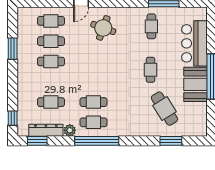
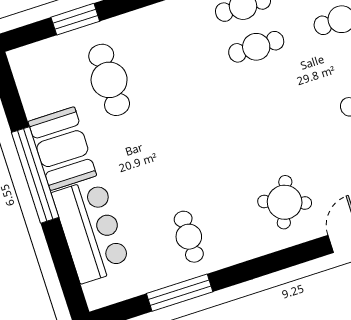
cafe table: (150, 70) -> (162, 149), removed
cafe table: (165, 109) -> (109, 80), turned 32

